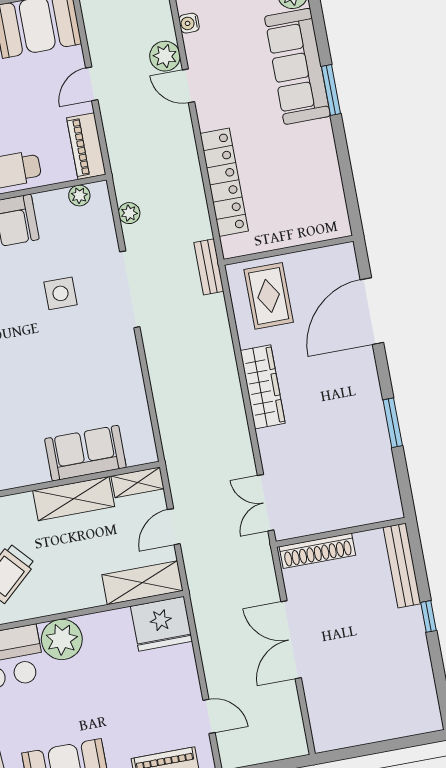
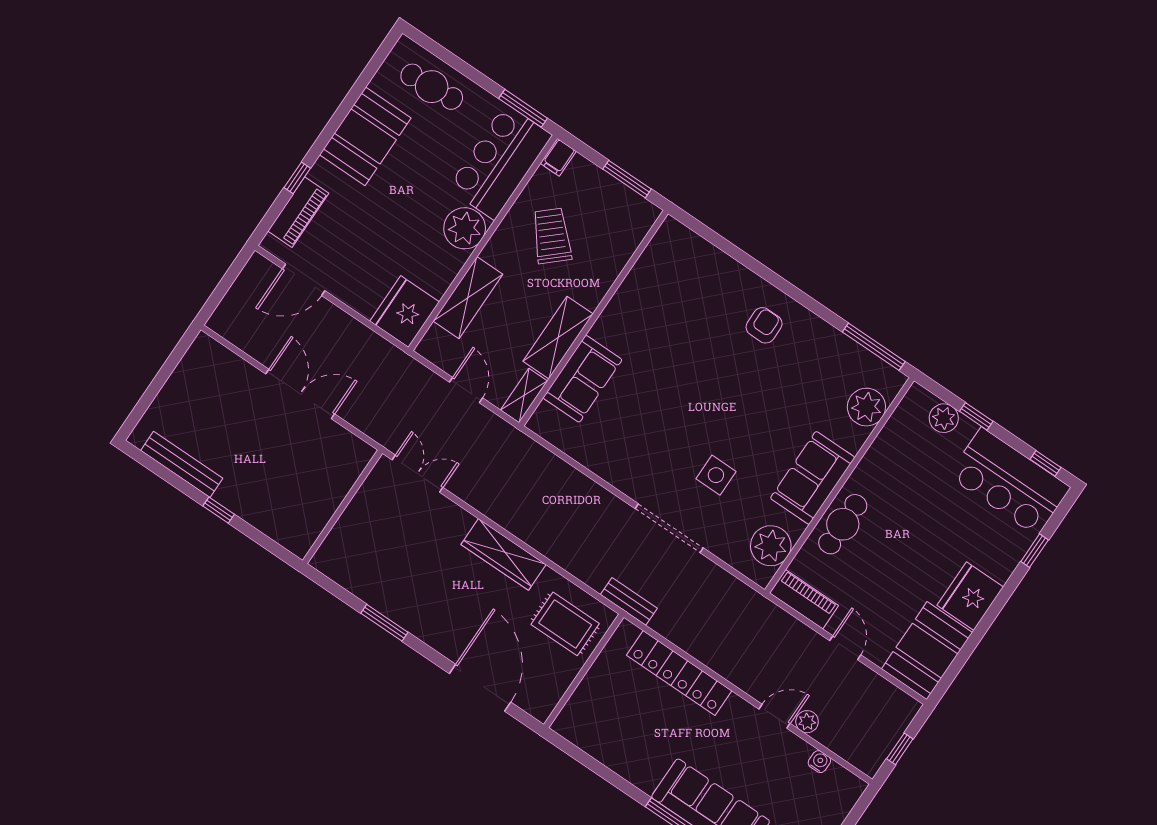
plant: (165, 56) -> (807, 722), width x0.73, depth x0.73
plant: (79, 196) -> (771, 546), width x1.88, depth x1.88
plant: (129, 213) -> (725, 582), removed
shoe rack: (317, 551) -> (346, 477), removed
bench: (402, 565) -> (182, 464), moved
shelving: (142, 583) -> (468, 298), moved
door: (209, 716) -> (304, 280), width x1.38

